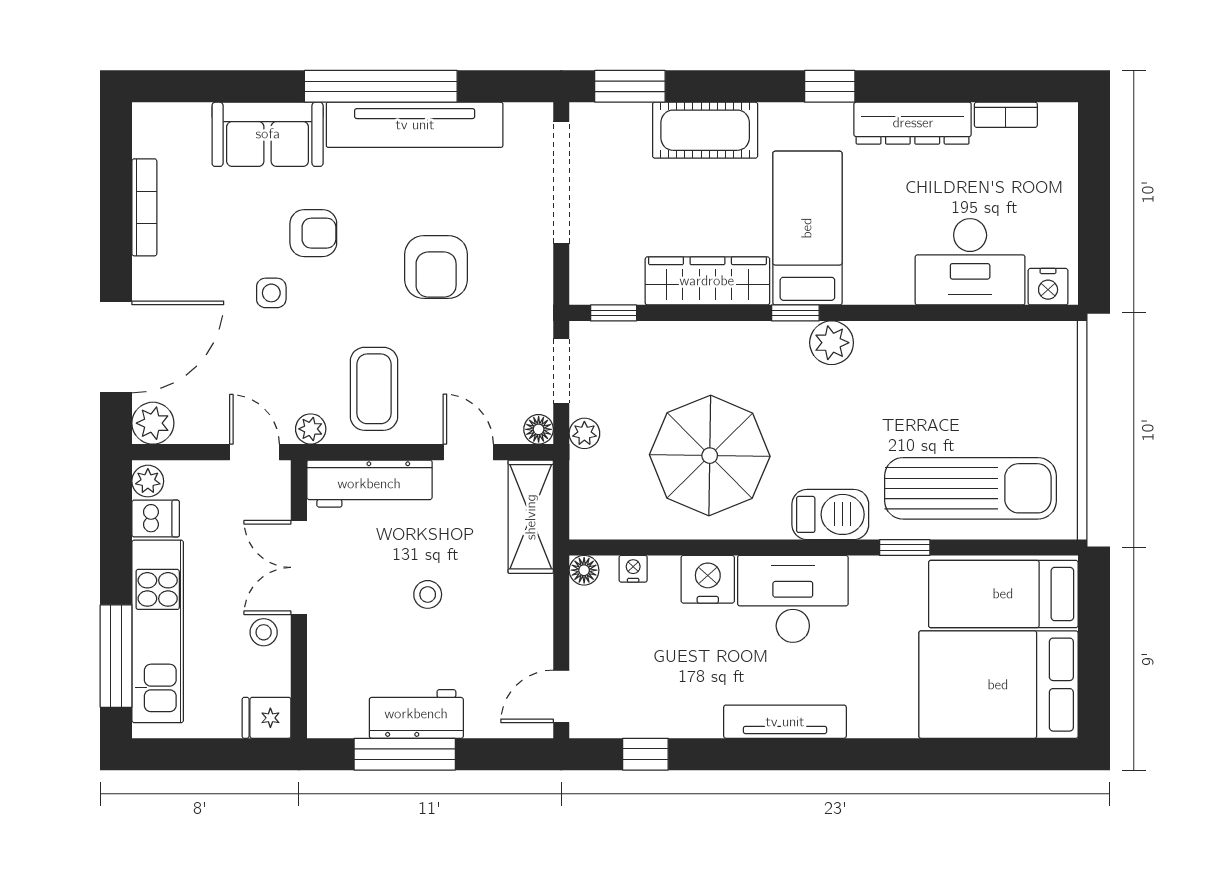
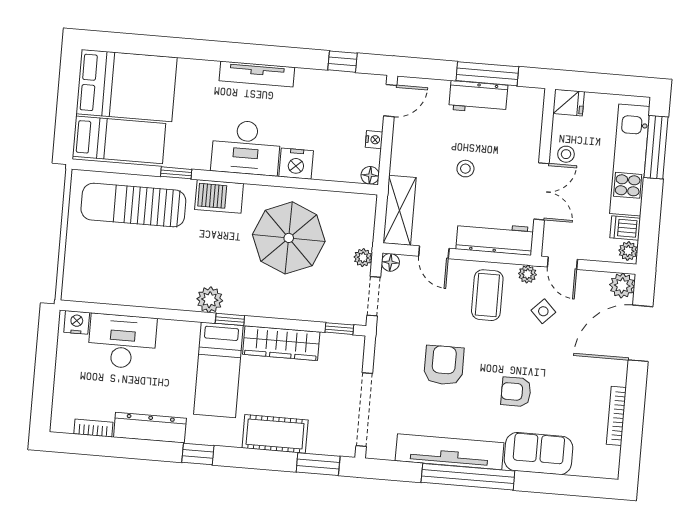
side table: (271, 293) -> (543, 311), moved, turned 45
nightstand: (633, 569) -> (374, 140), moved, turned -90

